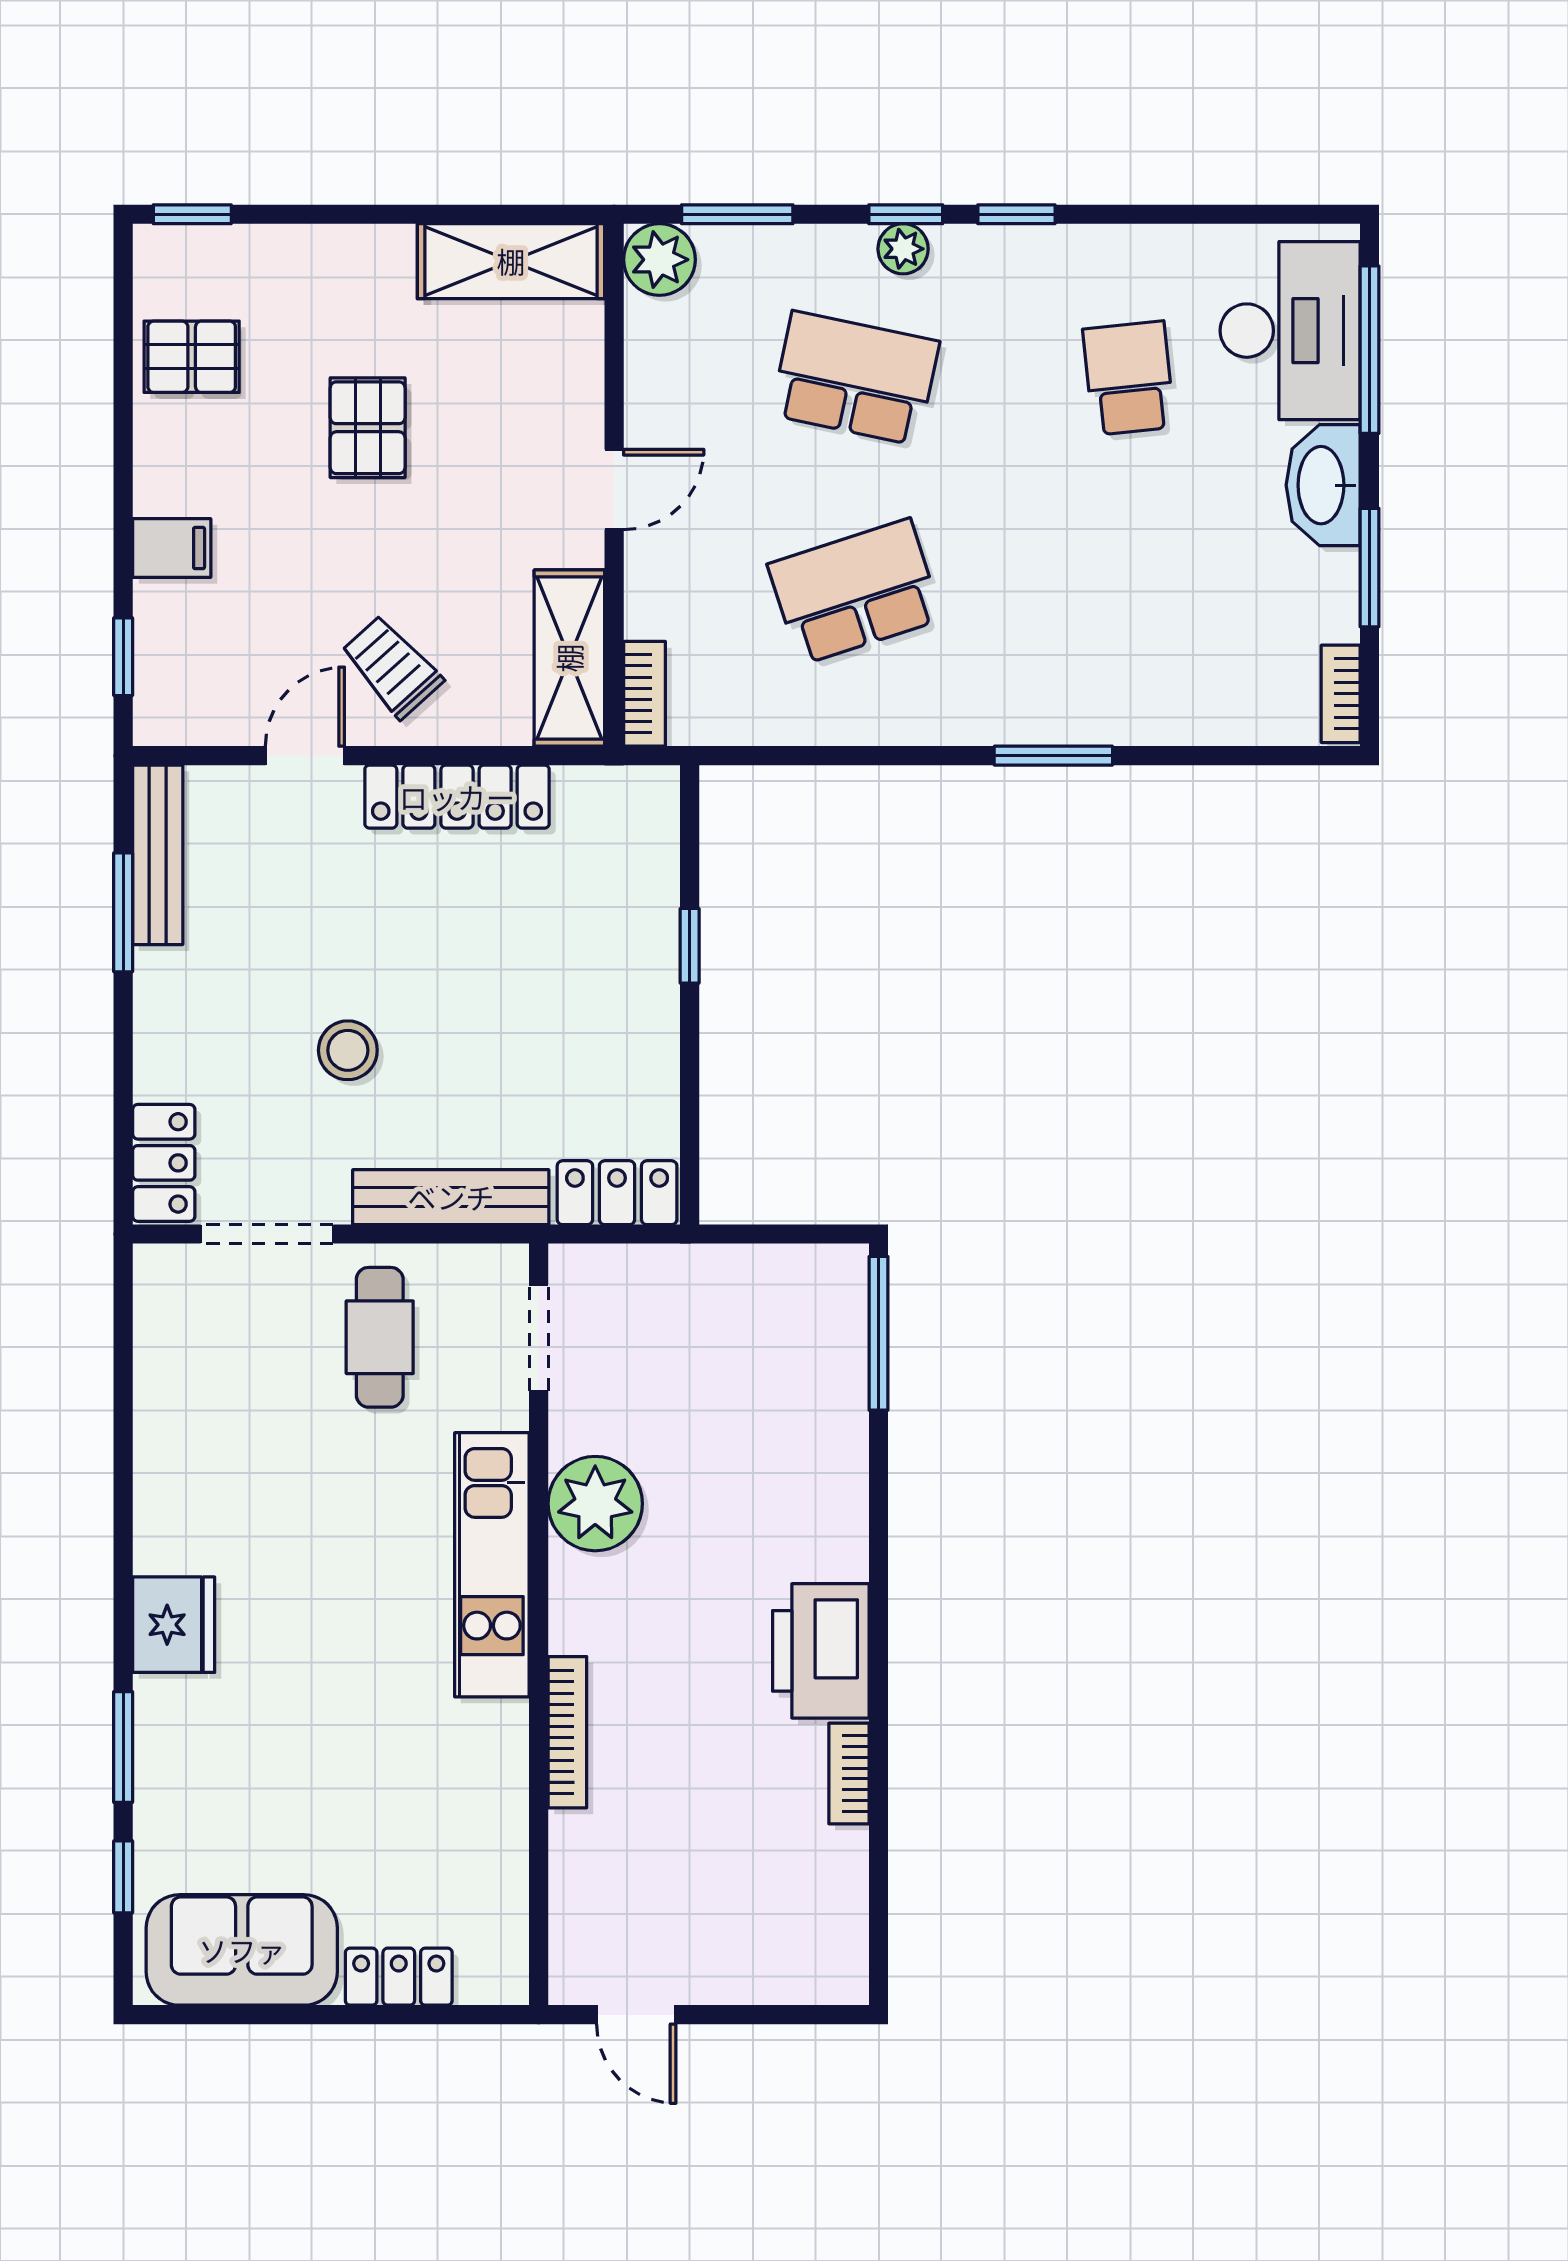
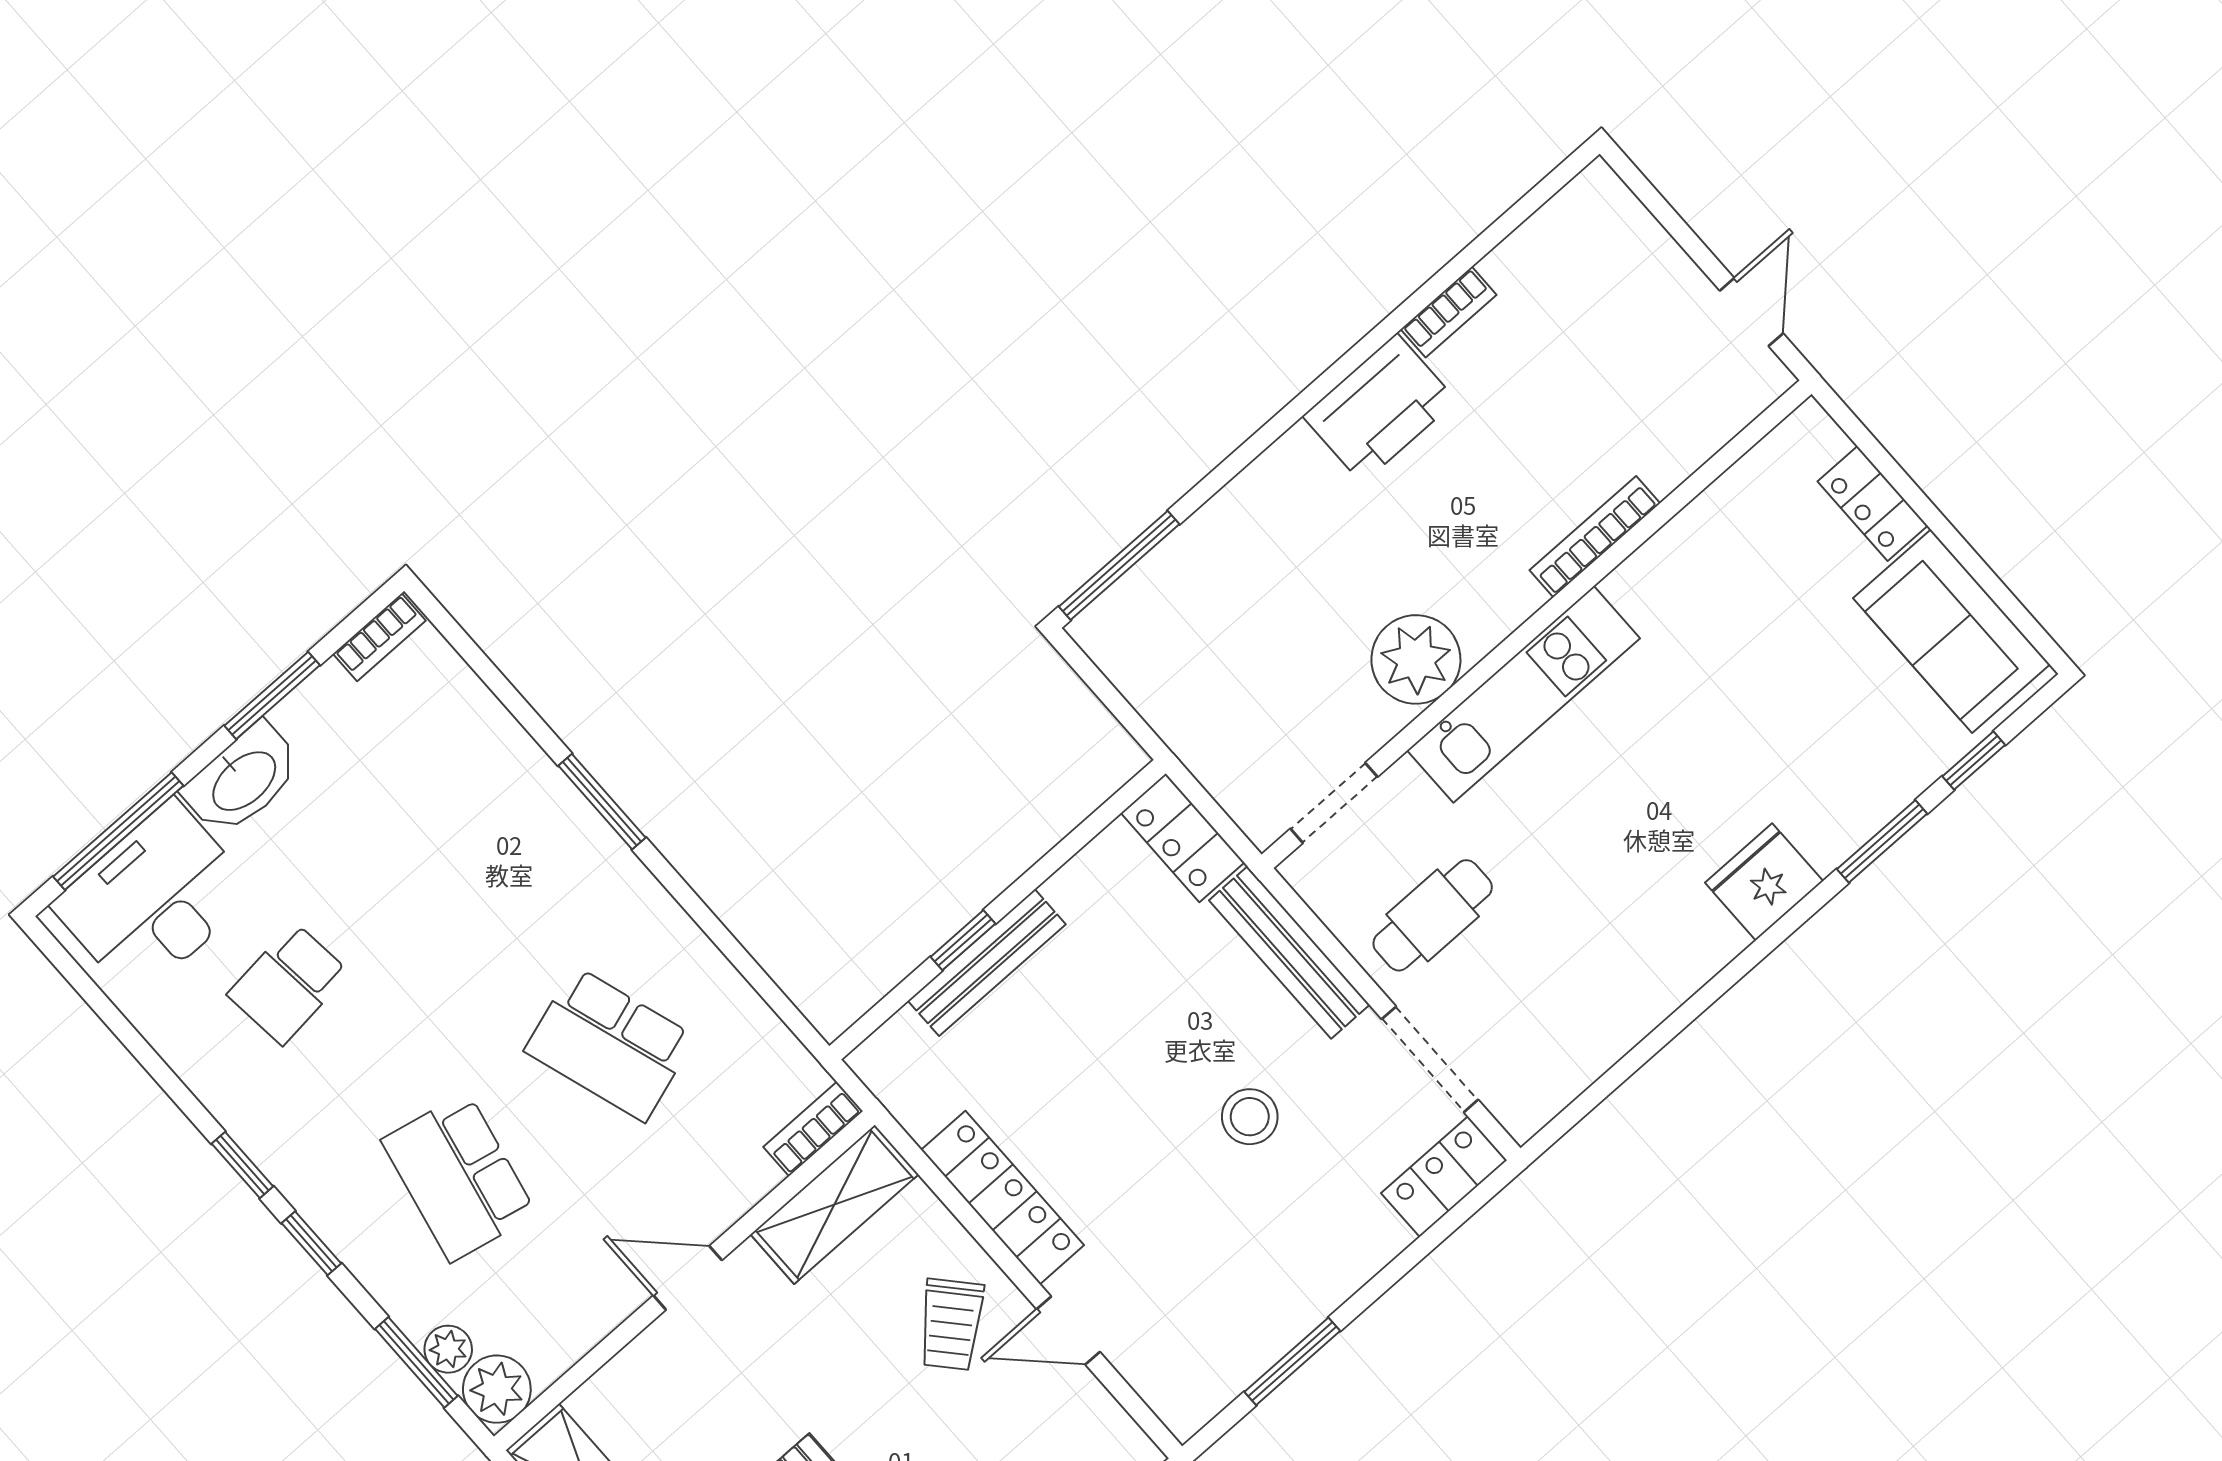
plant: (903, 249) -> (448, 1349), moved
bench: (158, 855) -> (987, 963), moved

